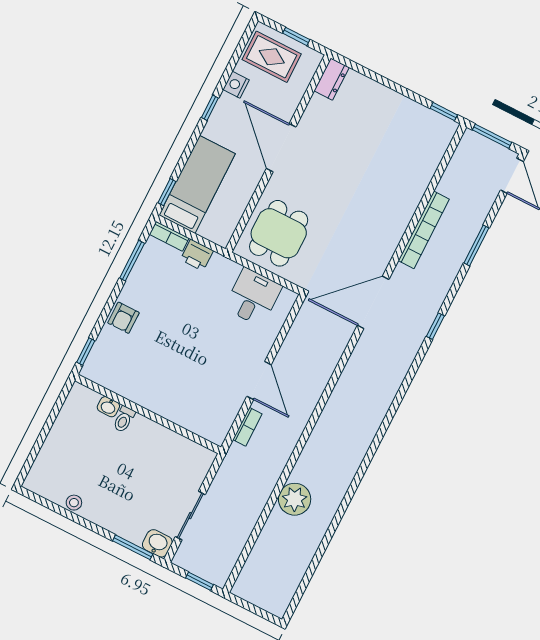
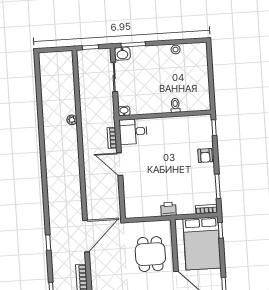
bed: (197, 184) -> (202, 243), width x1.50
dining table: (279, 233) -> (150, 254), moved
printer: (197, 255) -> (168, 209), moved
desk: (253, 297) -> (133, 132), moved, turned 90
armchair: (123, 318) -> (205, 155), turned 180
washbasin: (108, 407) -> (124, 111), moved
plant: (295, 499) -> (72, 120), width x0.53, depth x0.53

